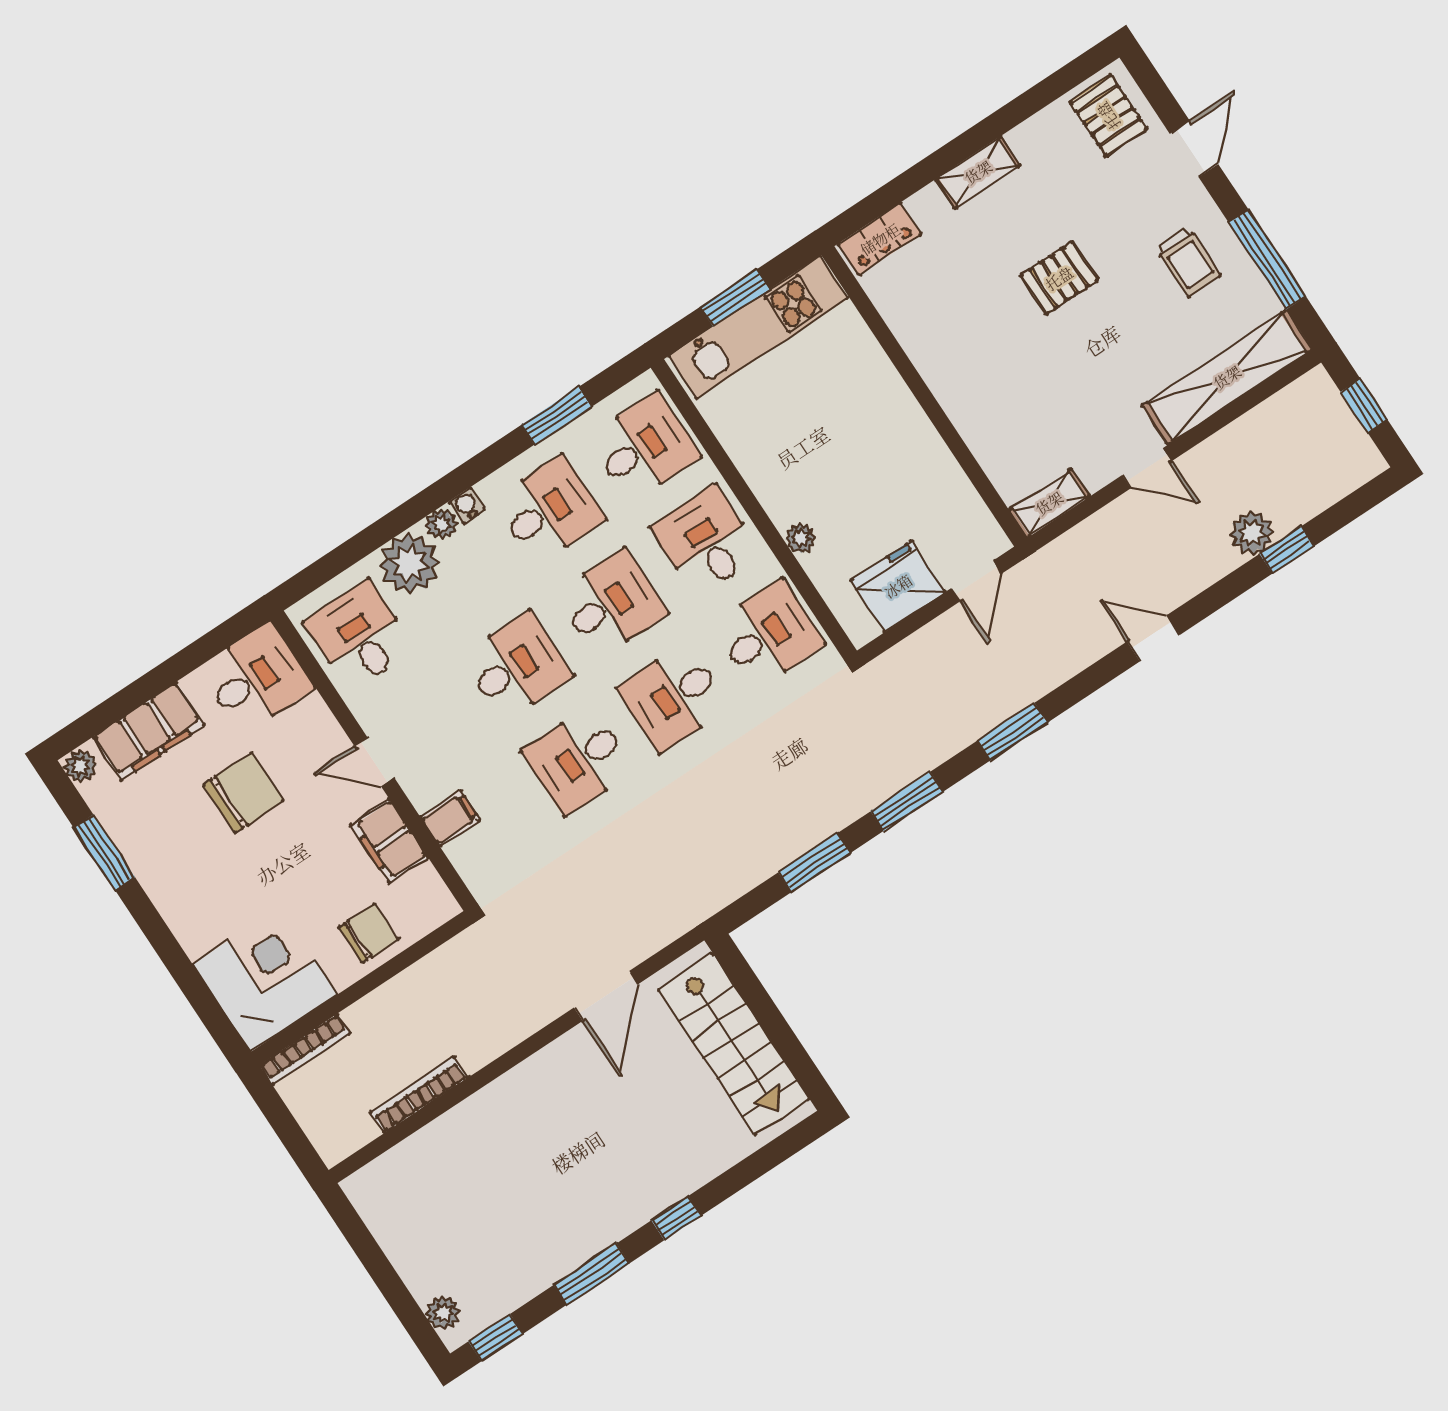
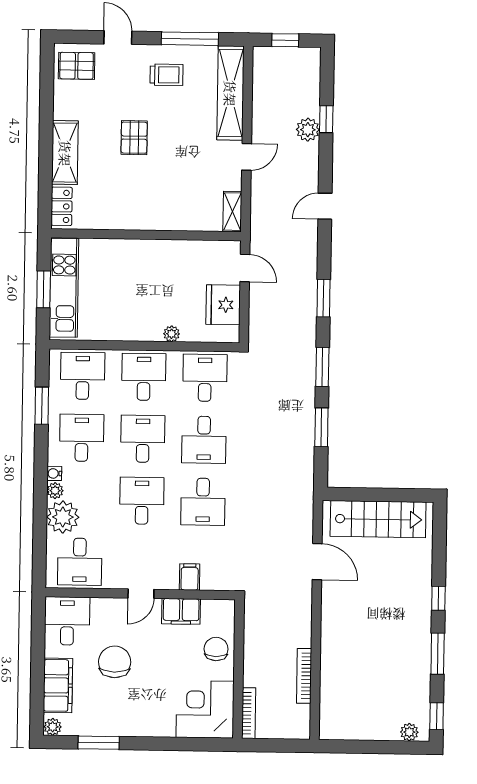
shelving: (978, 172) -> (65, 153), width x1.50, depth x1.33
desk: (706, 541) -> (144, 377), turned 90
desk: (359, 636) -> (80, 562), turned -90

